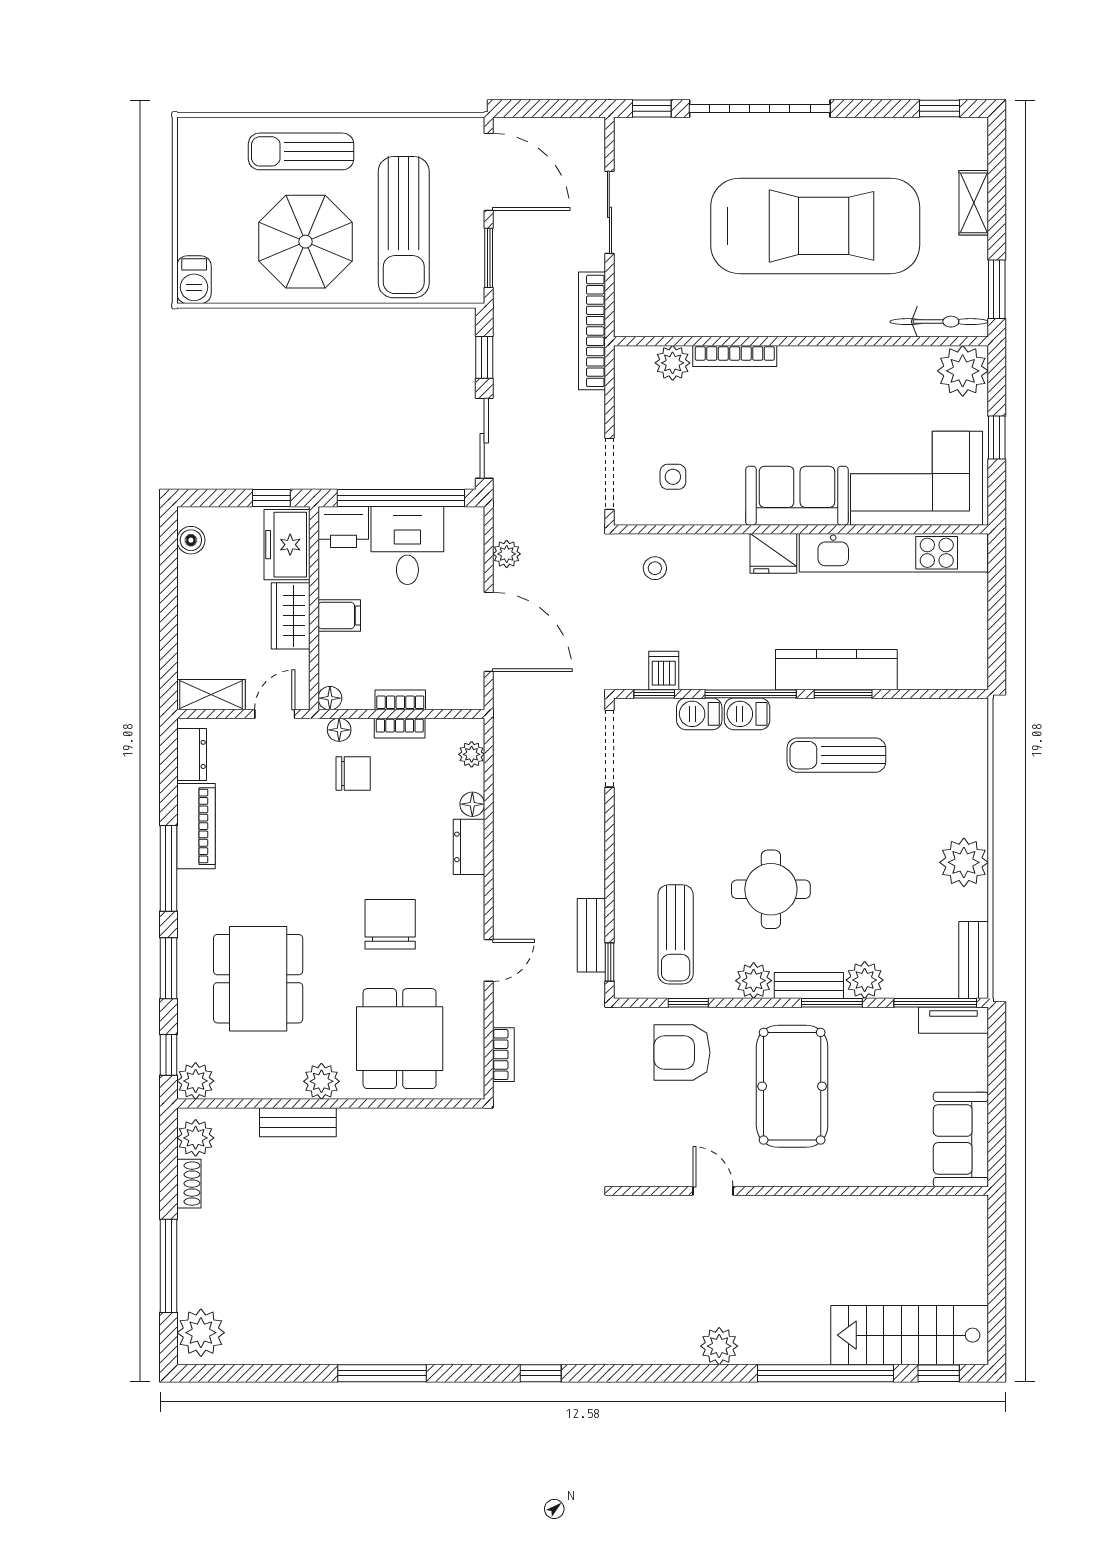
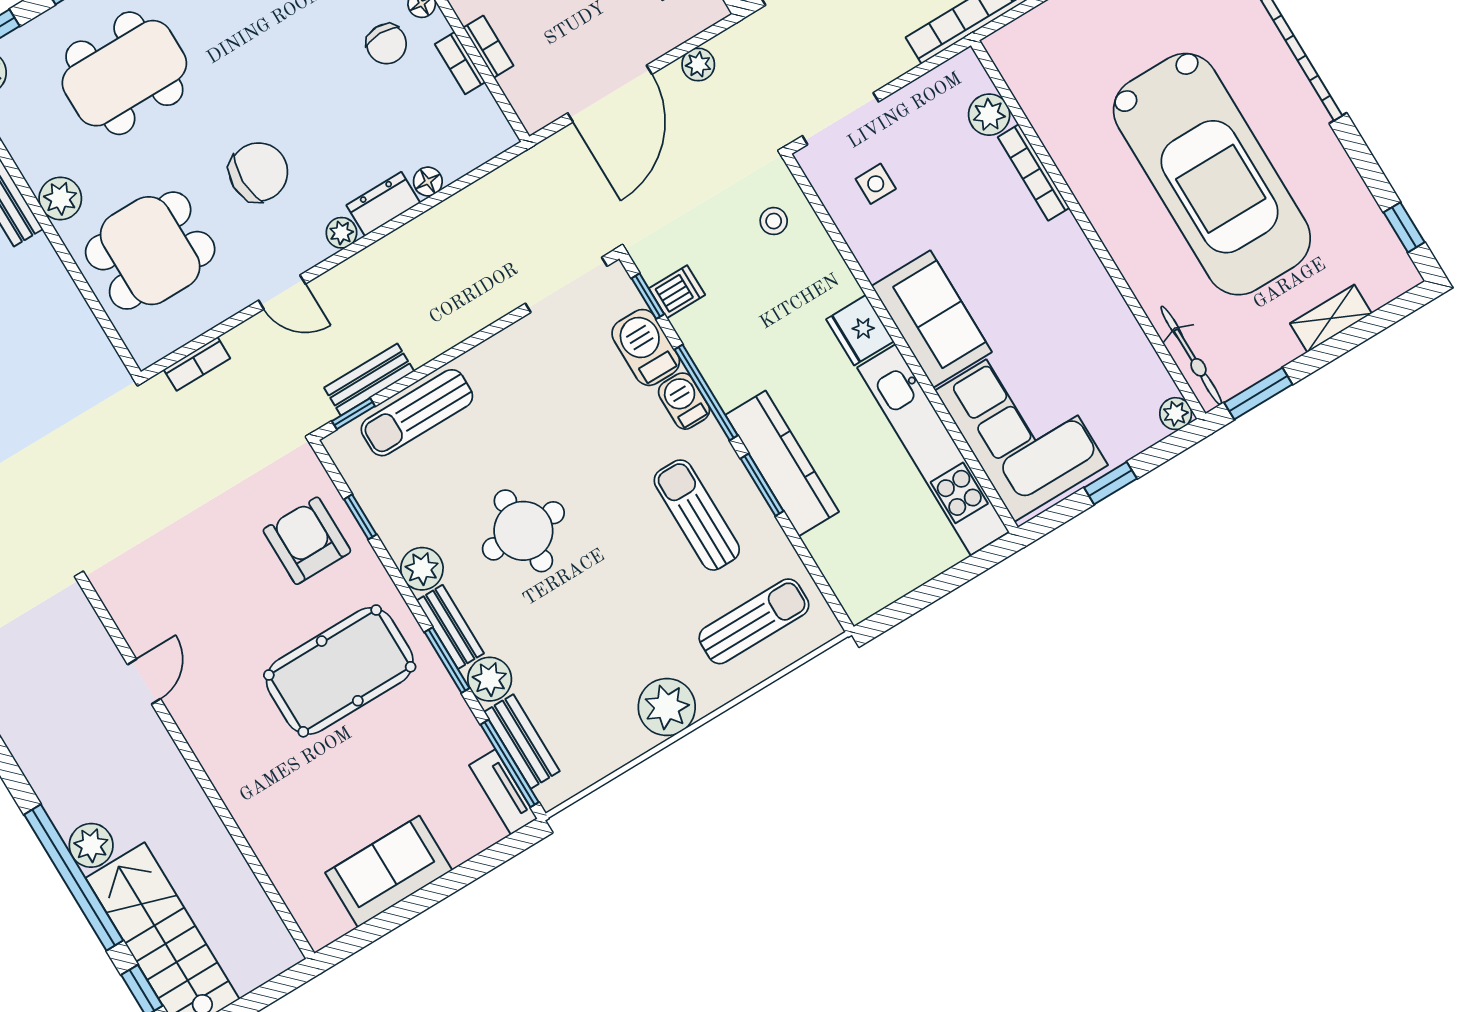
plant: (963, 371) -> (1176, 414), width x0.53, depth x0.53
barbecue: (699, 714) -> (646, 347), width x1.38, depth x1.27
plant: (472, 754) -> (341, 233), moved
sun lounger: (940, 760) -> (754, 621), added
sun lounger: (676, 934) -> (417, 413), moved
bench: (974, 960) -> (522, 742), moved, turned 90
door: (713, 1191) -> (144, 682), moved
wall: (801, 1191) -> (197, 769), moved
plant: (719, 1346) -> (91, 845), moved

